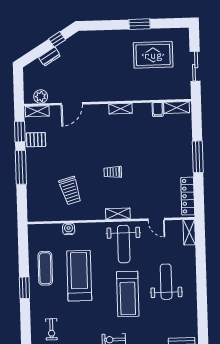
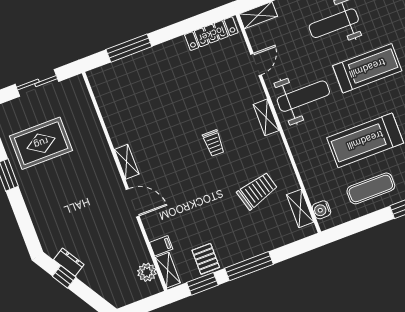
rug: (153, 55) -> (41, 143), turned 90
dresser: (50, 57) -> (69, 262), moved
door: (72, 104) -> (133, 203), moved
shelving: (177, 108) -> (300, 208), moved
filing cabinet: (158, 109) -> (161, 246), moved
window: (198, 157) -> (129, 48), moved
water cooler: (69, 229) -> (321, 210), moved

